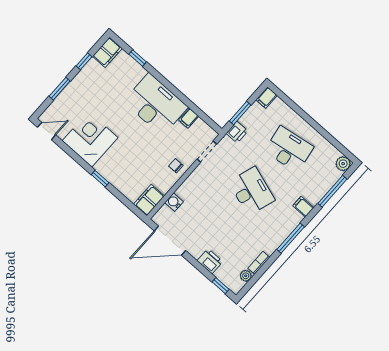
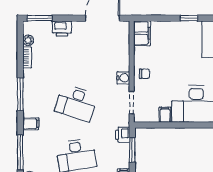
water cooler: (174, 202) -> (123, 78), moved
window: (221, 286) -> (40, 18), width x1.50

